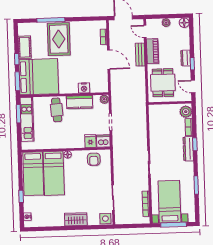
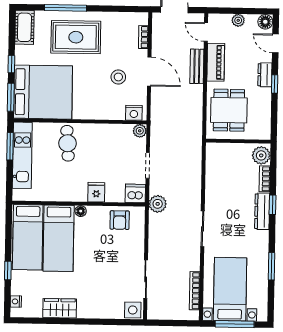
rug: (59, 39) -> (76, 37), turned 90
cot: (25, 47) -> (24, 27), moved
stool: (88, 64) -> (118, 77), added
door: (193, 87) -> (275, 43), moved
nightstand: (84, 88) -> (134, 113), moved
kitchen counter: (79, 102) -> (102, 133), removed
fridge: (90, 141) -> (96, 192), moved
plant: (118, 147) -> (158, 204), added
wardrobe: (76, 219) -> (60, 308), moved

